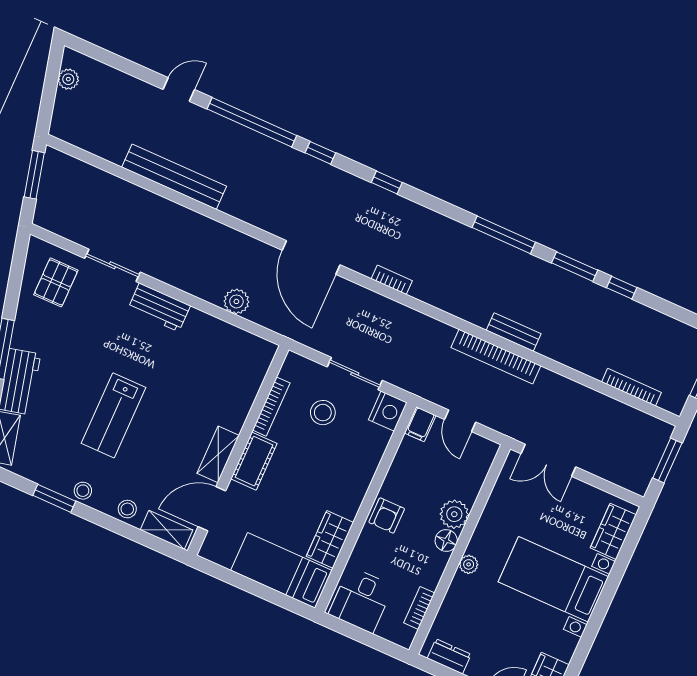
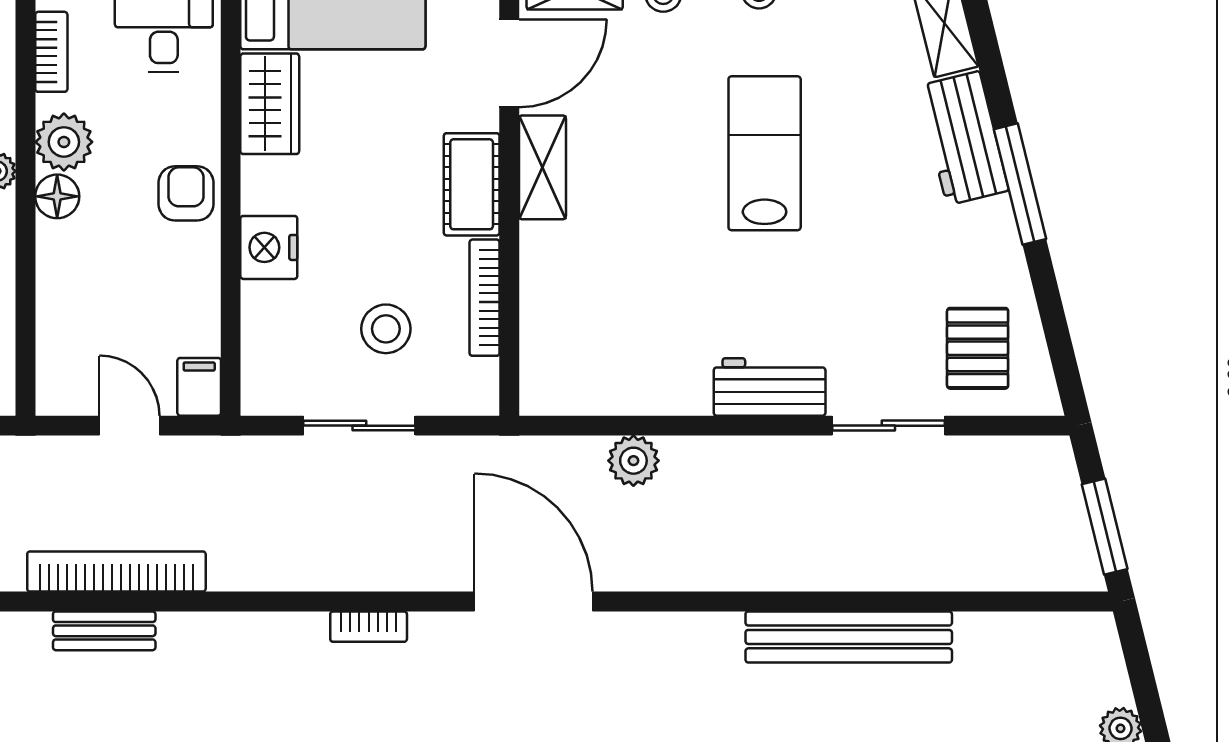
nightstand: (388, 411) -> (269, 247), moved
plant: (454, 514) -> (64, 142), moved

